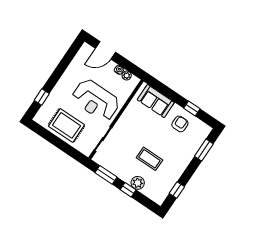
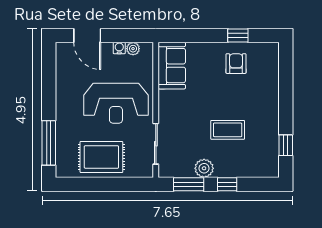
door: (105, 50) -> (87, 36), hinge flipped
window: (42, 97) -> (49, 143), width x2.17
sofa: (156, 101) -> (172, 66), moved, turned -90
window: (204, 150) -> (286, 76), removed
plant: (138, 183) -> (204, 168), moved

